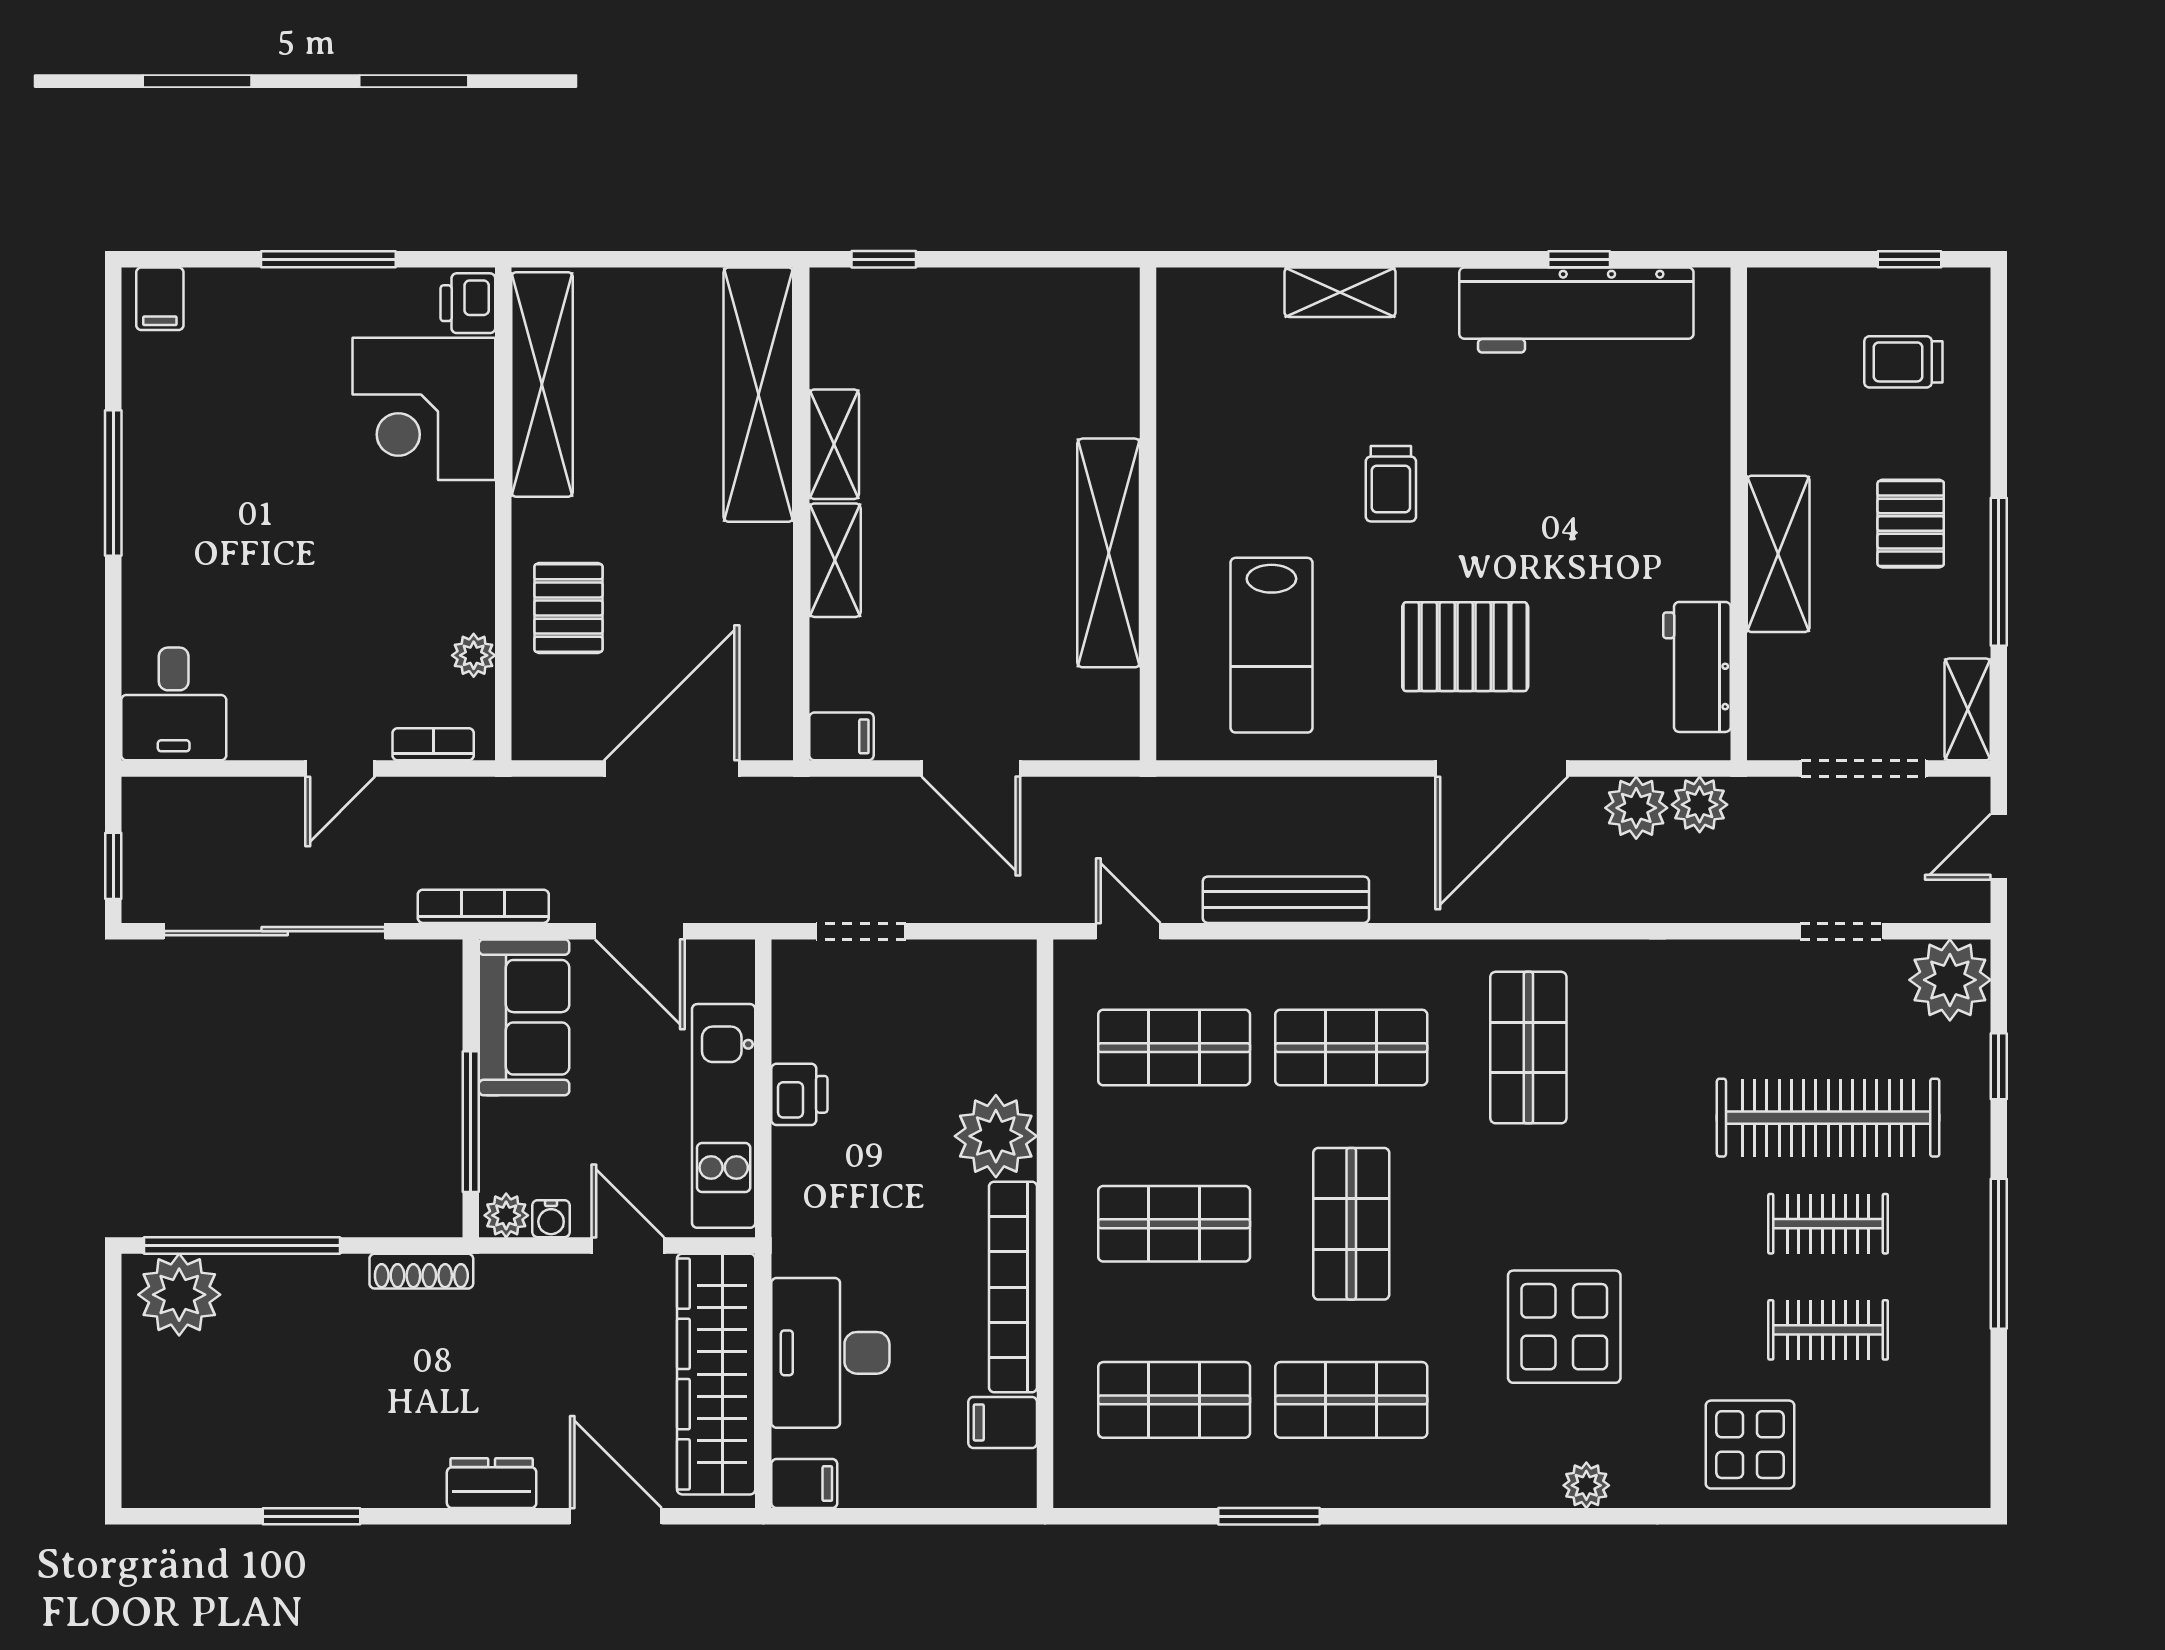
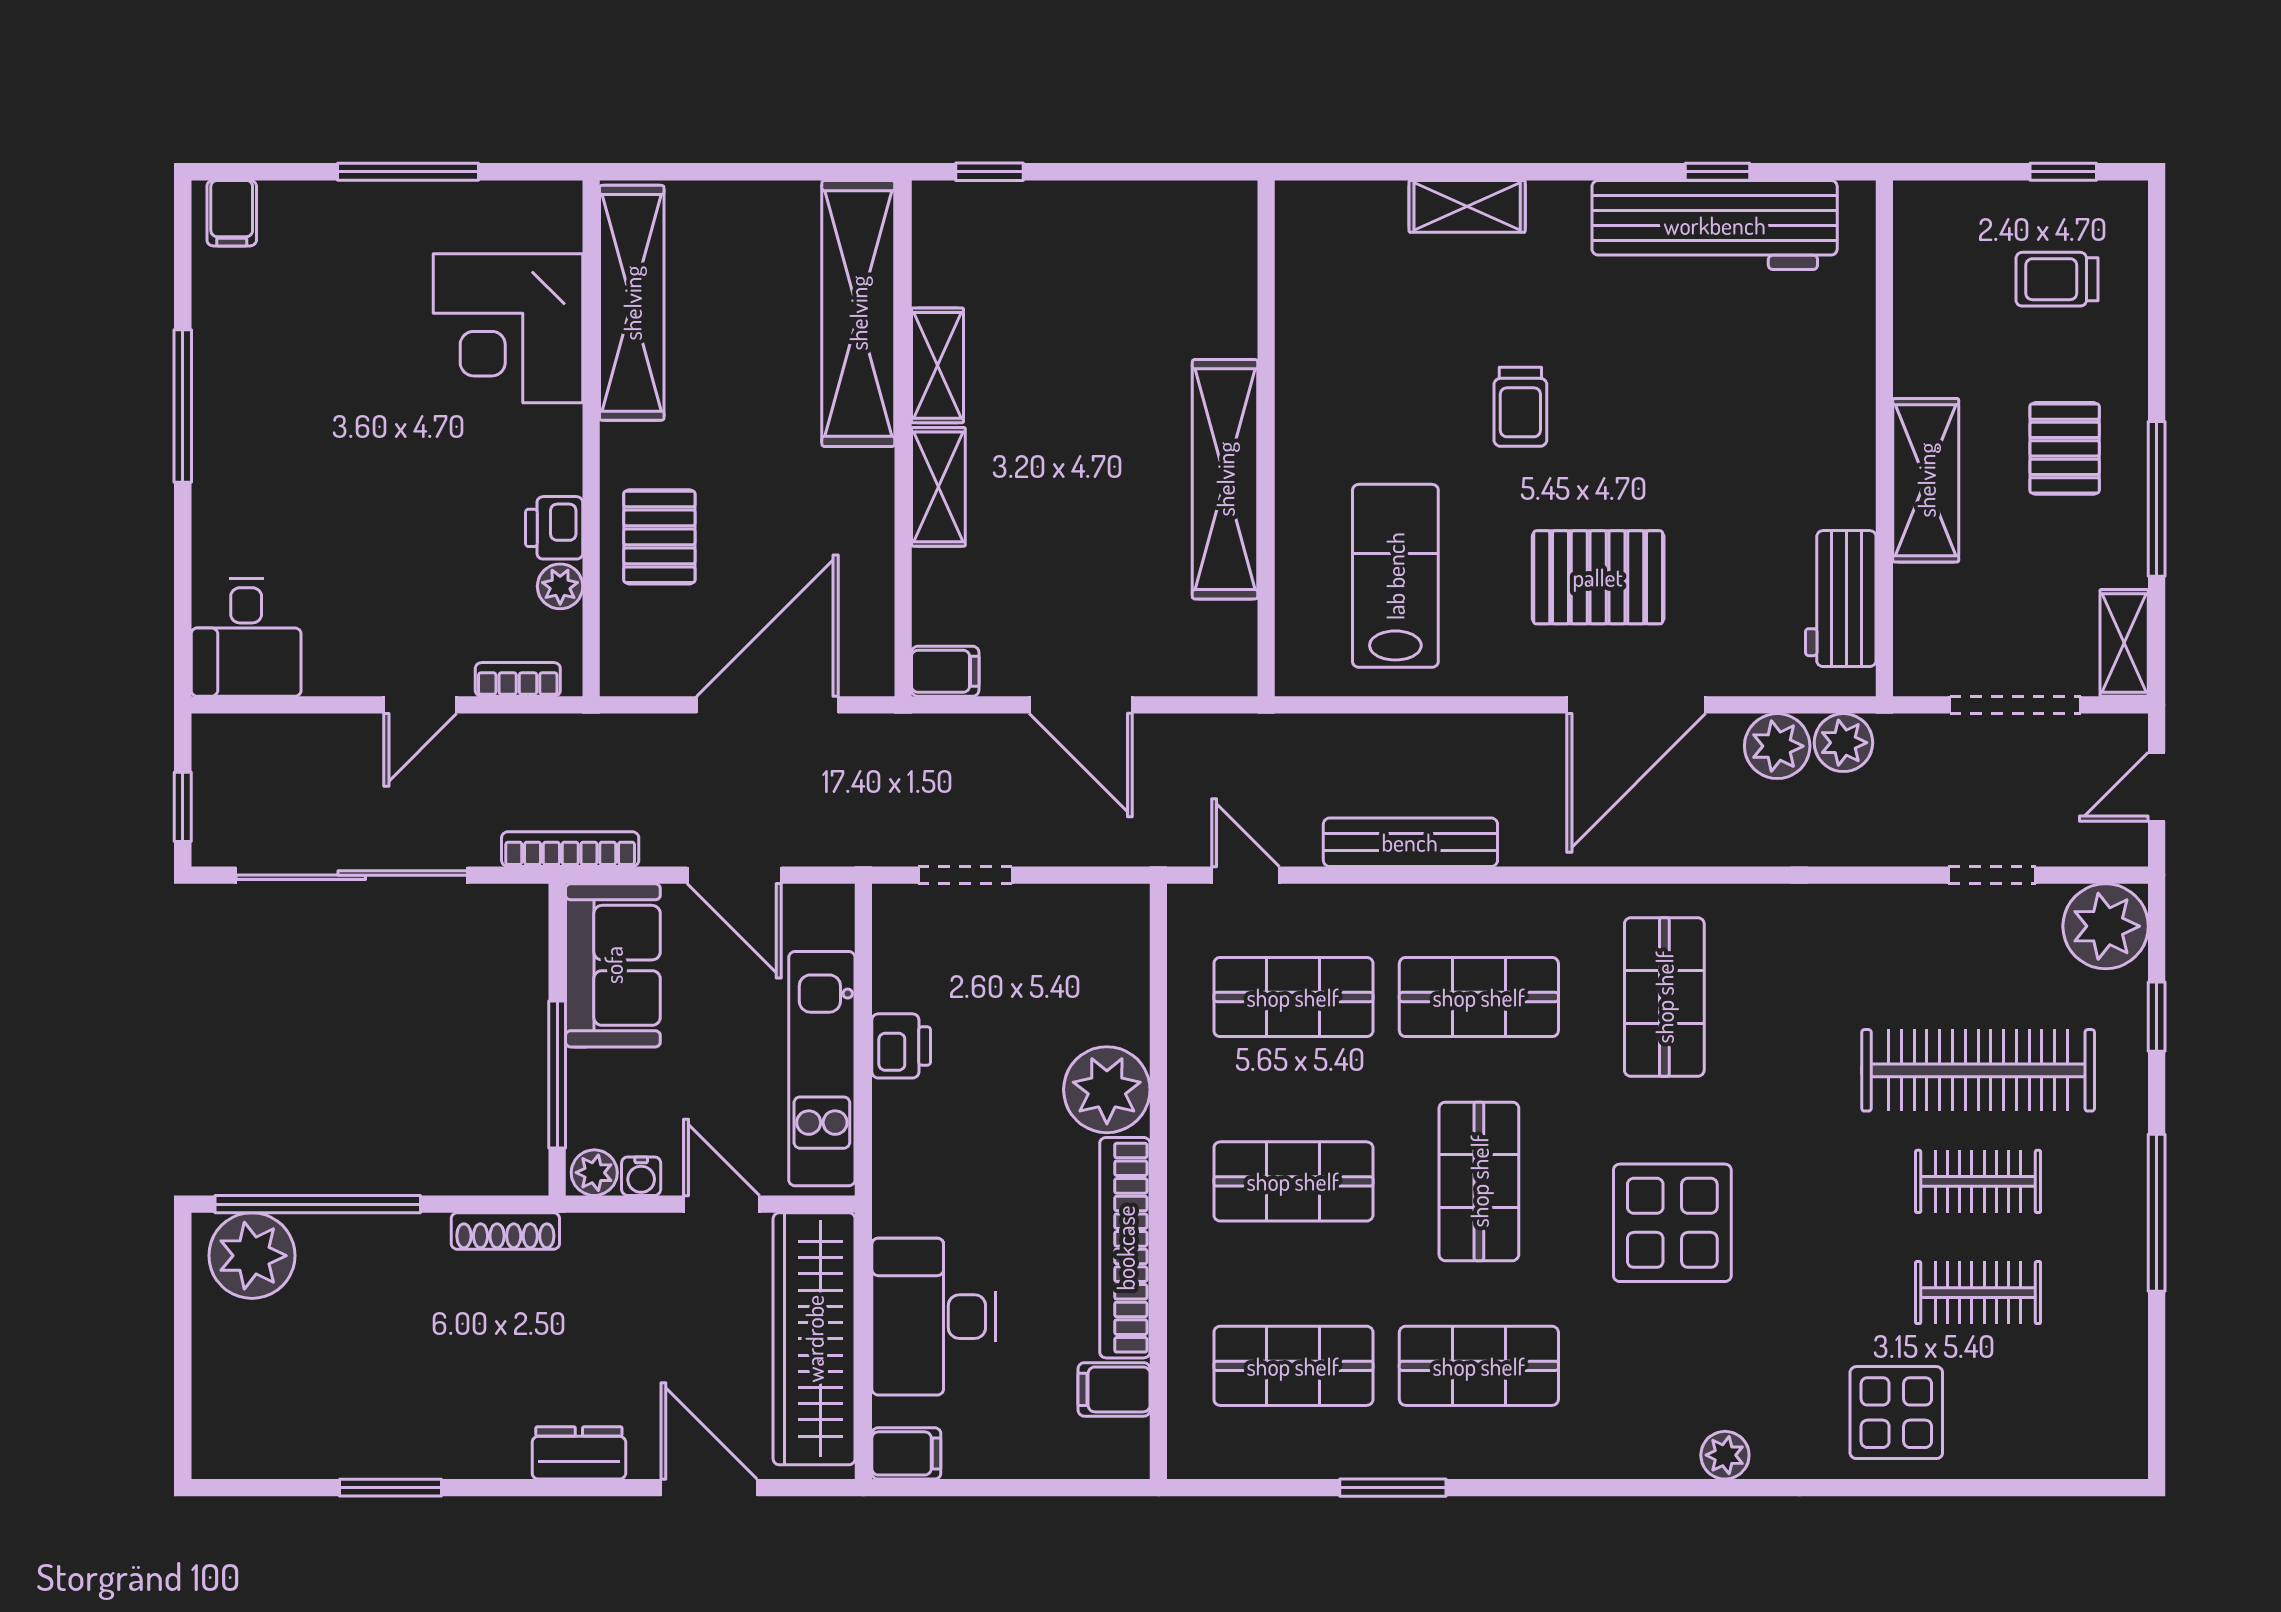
printer: (468, 303) -> (554, 528), moved
lab bench: (1271, 645) -> (1395, 576), turned 180
display table: (1564, 1327) -> (1672, 1223), moved

